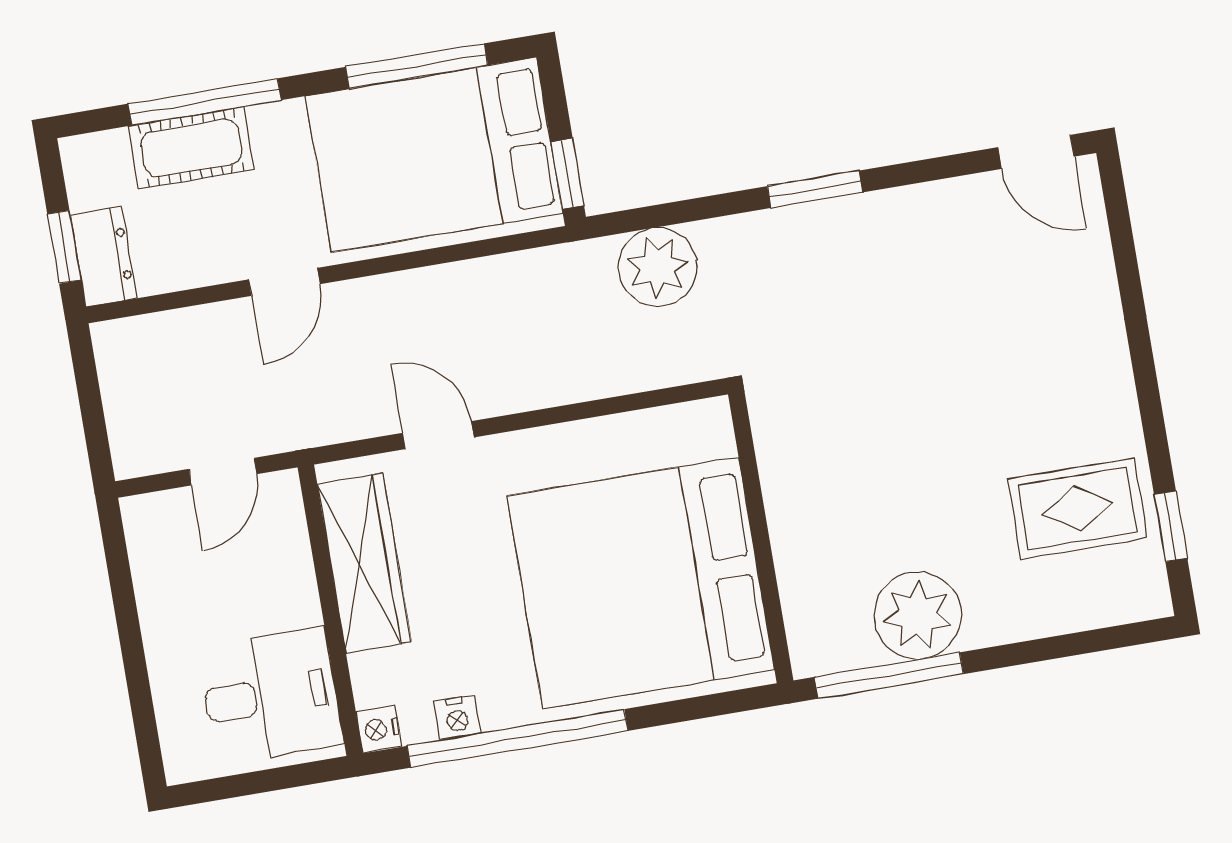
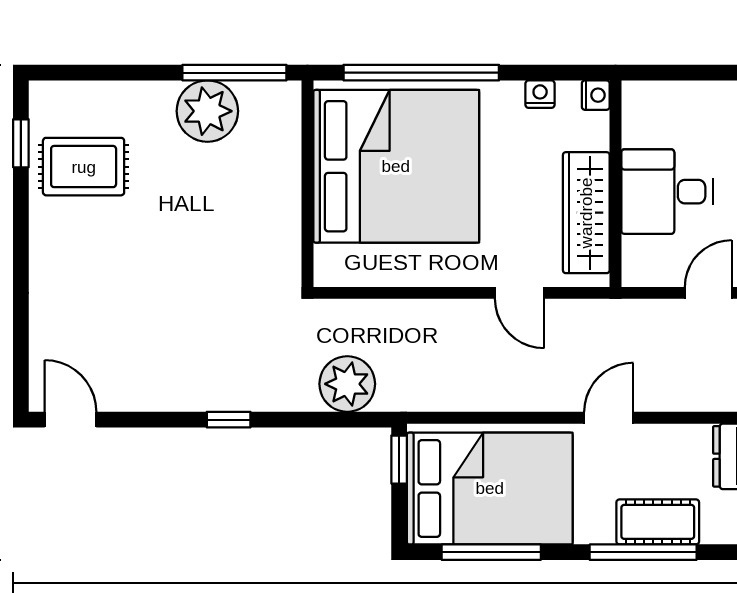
window: (815, 189) -> (229, 420), width x0.67
door: (223, 472) -> (708, 293), moved
desk: (271, 696) -> (667, 192), moved
window: (518, 738) -> (421, 73), moved

